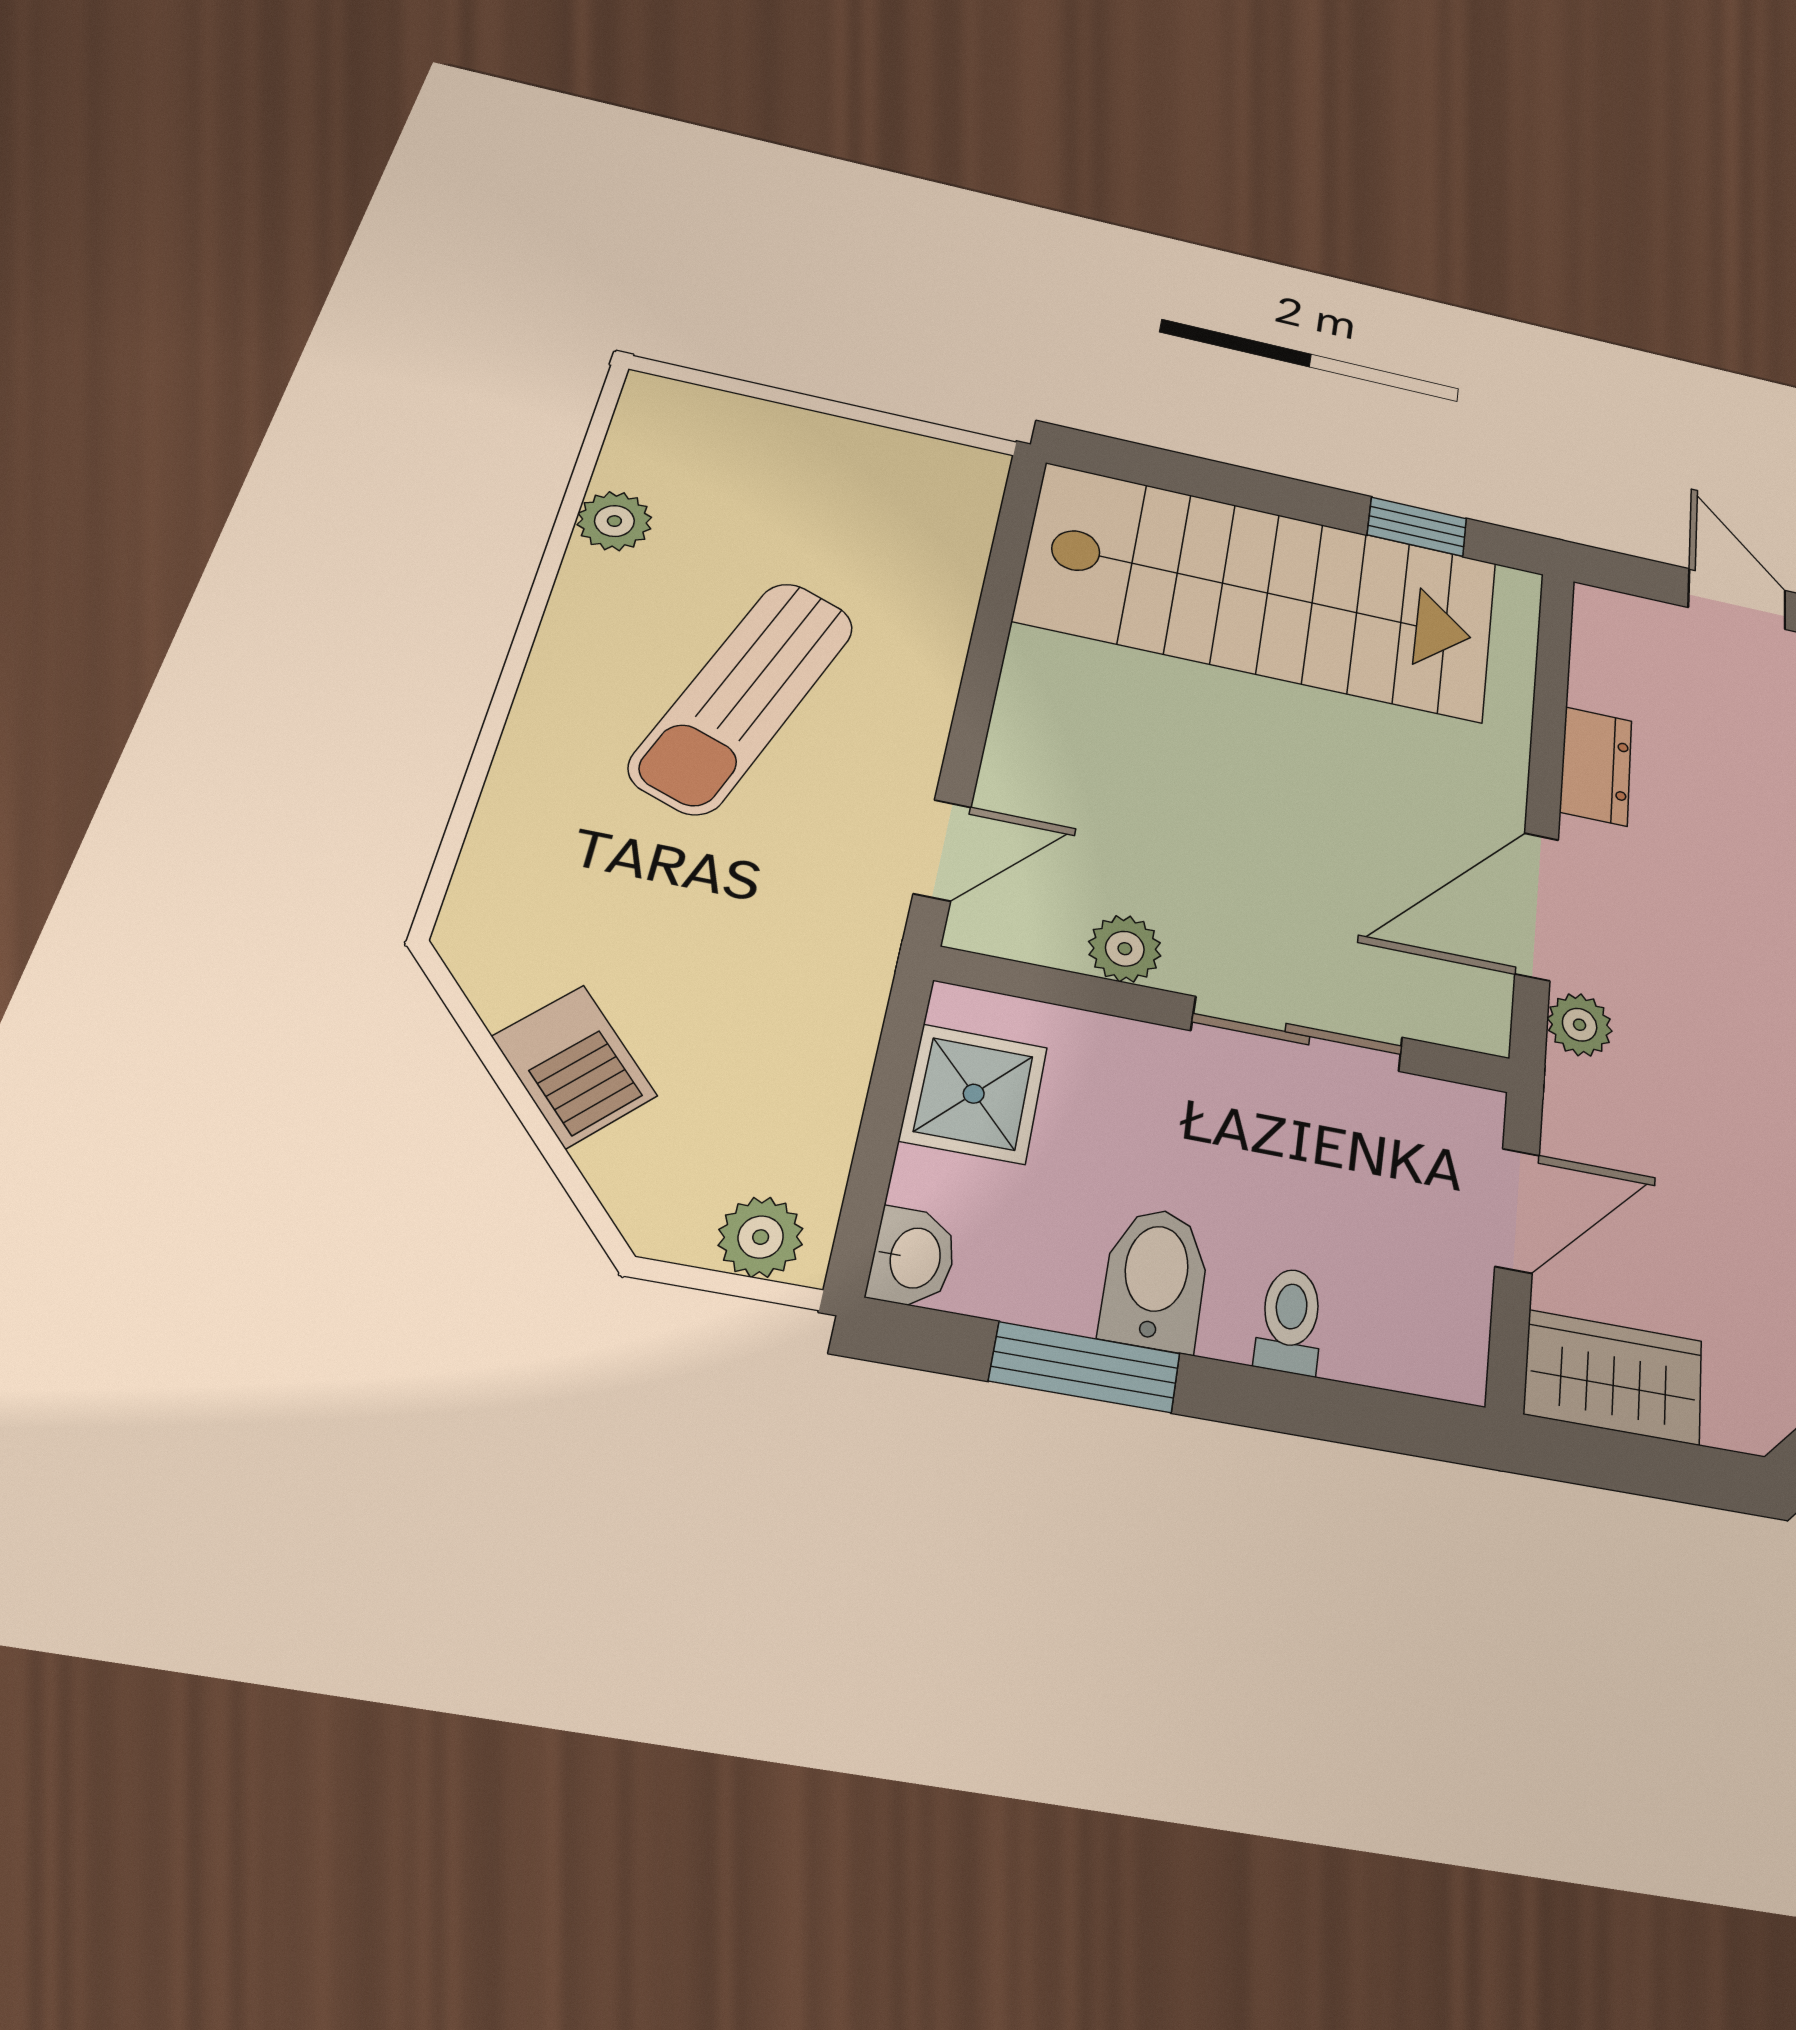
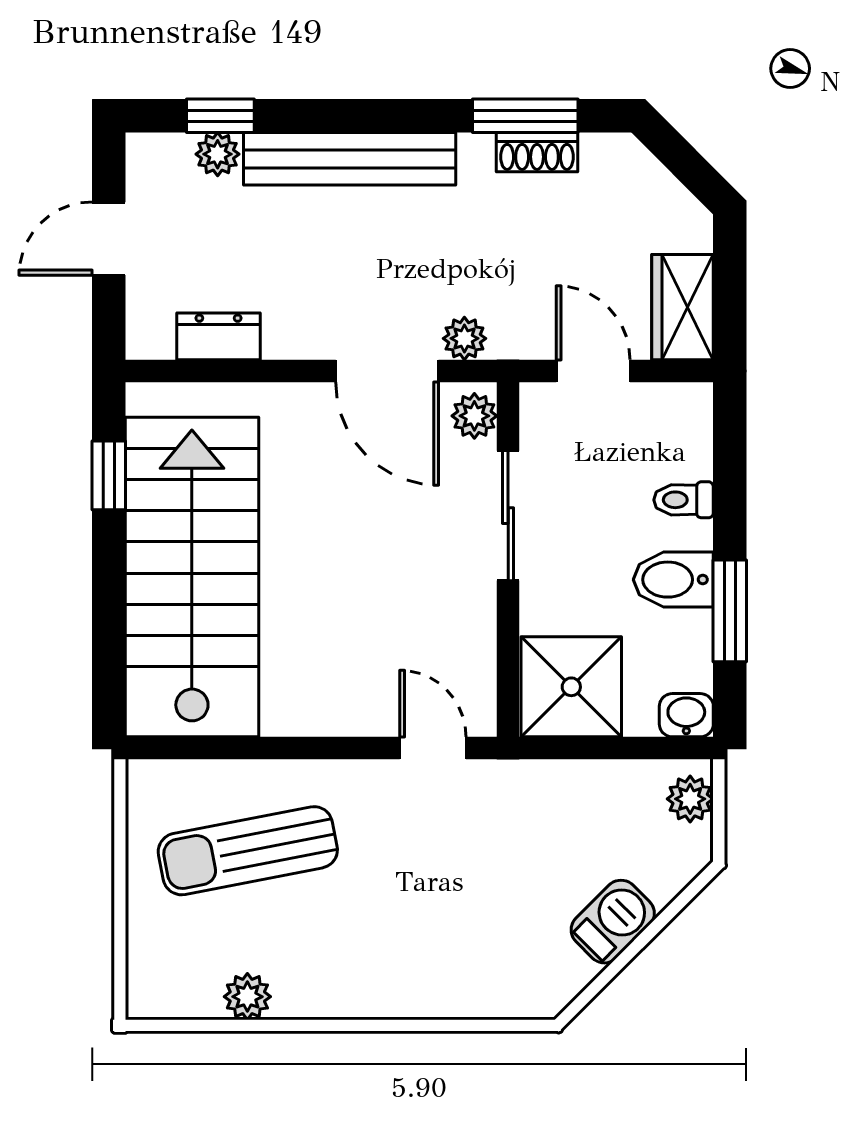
sun lounger: (743, 696) -> (248, 851), moved, turned 149
dresser: (1596, 766) -> (218, 336), moved
plant: (1125, 949) -> (474, 416), moved
shower: (974, 1094) -> (571, 687), width x1.36, depth x1.36

